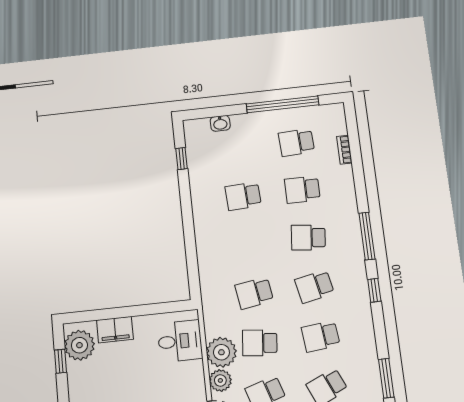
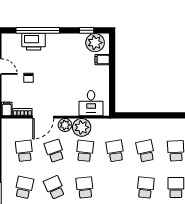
school desk: (314, 287) -> (145, 151), moved
filing cabinet: (115, 330) -> (102, 60), width x0.50

